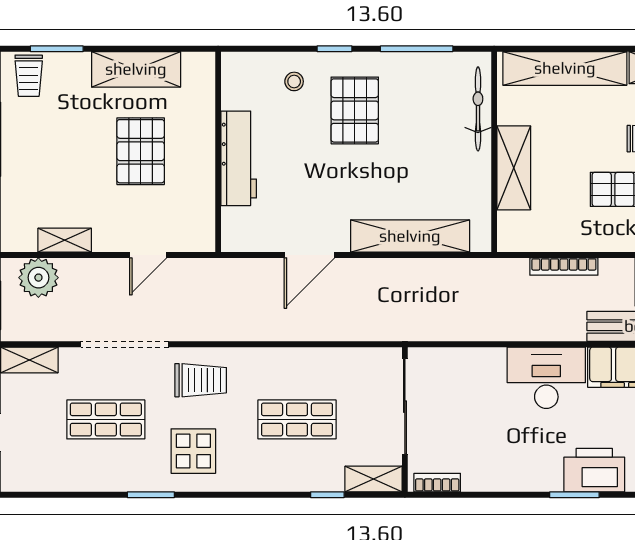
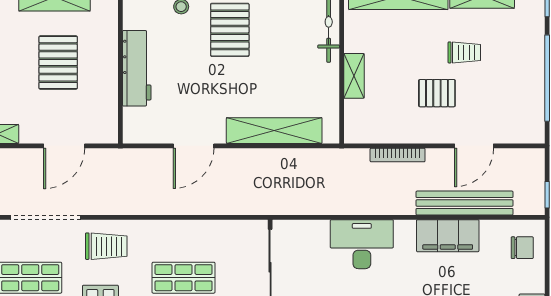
shelving: (514, 168) -> (354, 76), width x0.67, depth x0.75
door: (148, 255) -> (64, 146), width x1.37
desk: (546, 378) -> (362, 244), moved

